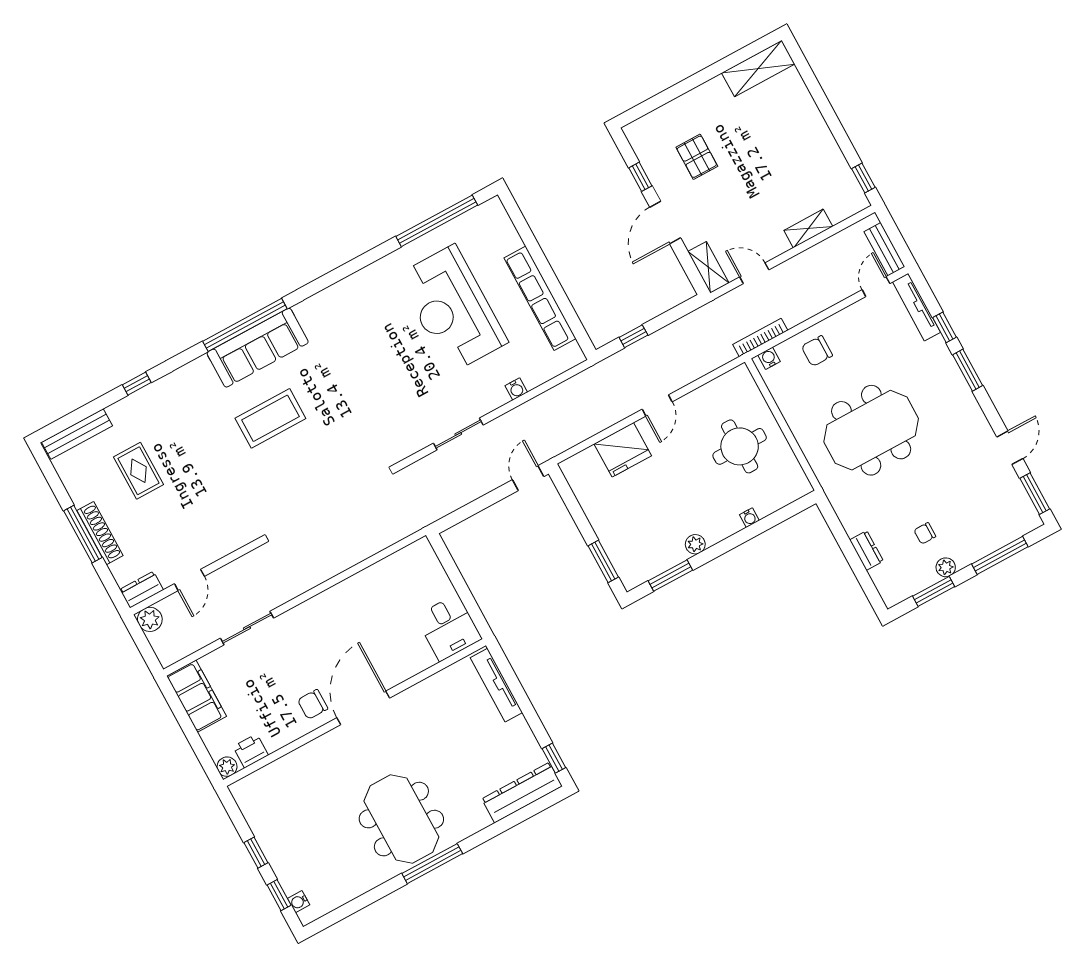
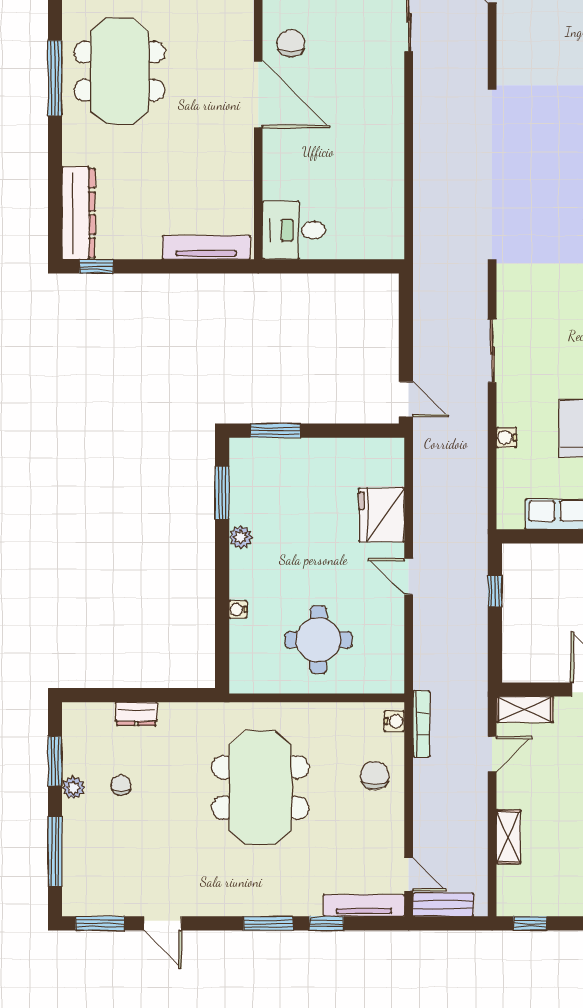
meeting table: (401, 819) -> (119, 71), turned 90

